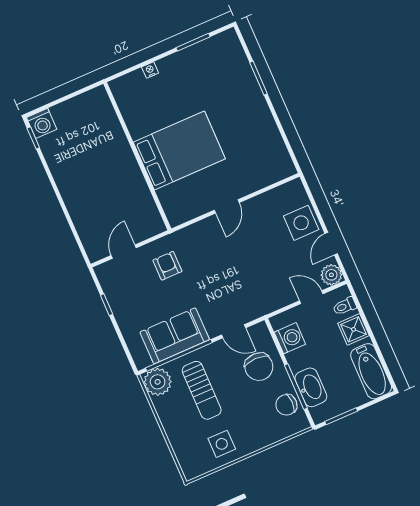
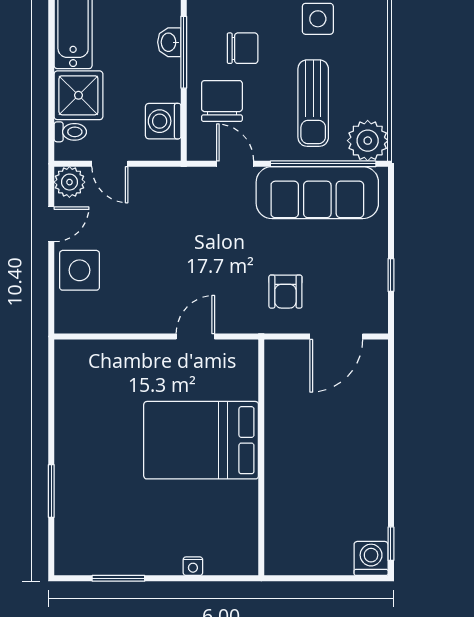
door: (227, 206) -> (195, 337), moved
door: (124, 252) -> (336, 337), width x1.38
shower: (353, 329) -> (78, 95), width x1.36, depth x1.36
sofa: (175, 336) -> (317, 193), width x1.36
washbasin: (311, 387) -> (169, 42), width x0.52, depth x0.69
sun lounger: (202, 390) -> (313, 103), turned 180
chair: (286, 405) -> (243, 48), moved

